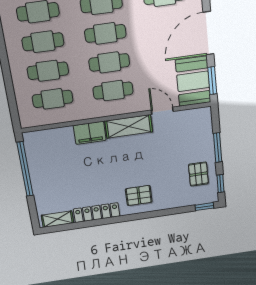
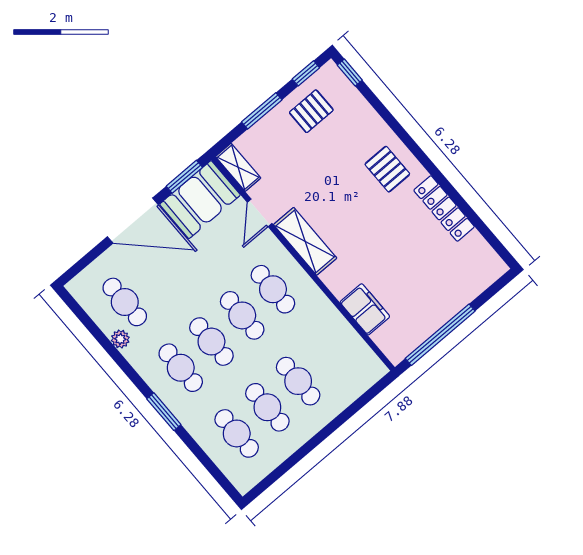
cafe table: (53, 99) -> (329, 355), removed
filing cabinet: (90, 133) -> (365, 309), moved
shelving: (57, 219) -> (238, 167), moved

